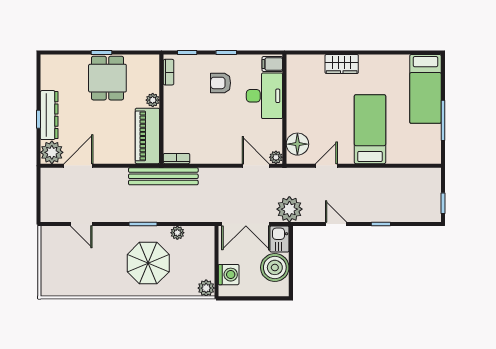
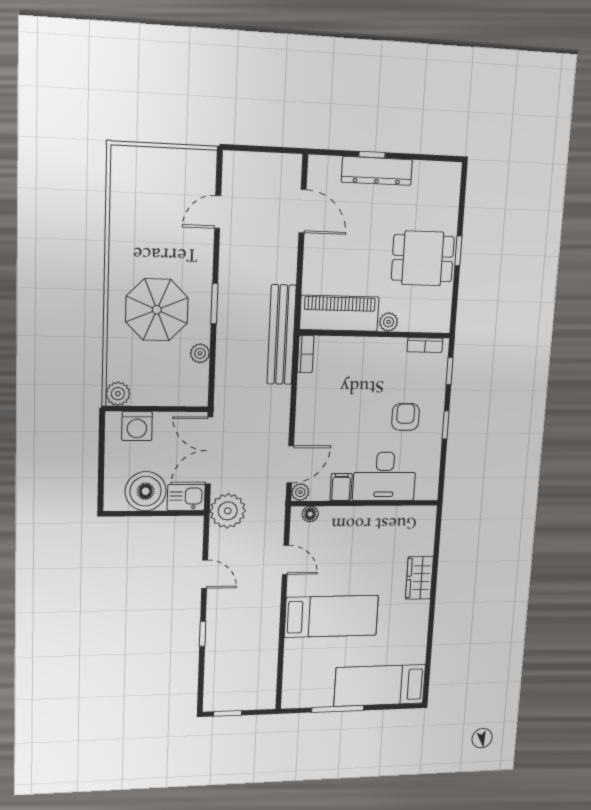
filing cabinet: (272, 64) -> (341, 487), moved
floor lamp: (297, 144) -> (310, 514), width x0.53, depth x0.53
plant: (52, 152) -> (324, 172), removed
door: (336, 224) -> (205, 574), hinge flipped

